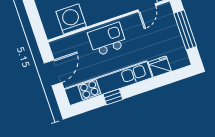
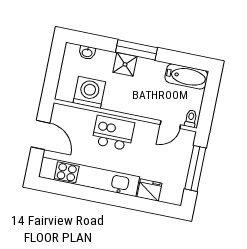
door: (53, 73) -> (40, 135), hinge flipped
window: (113, 97) -> (86, 193), removed

